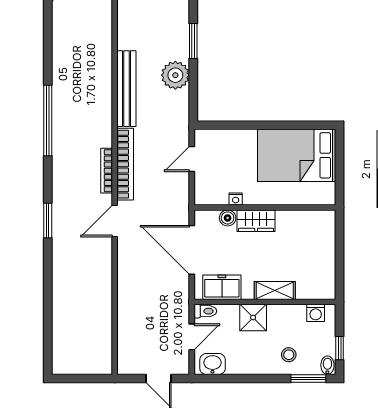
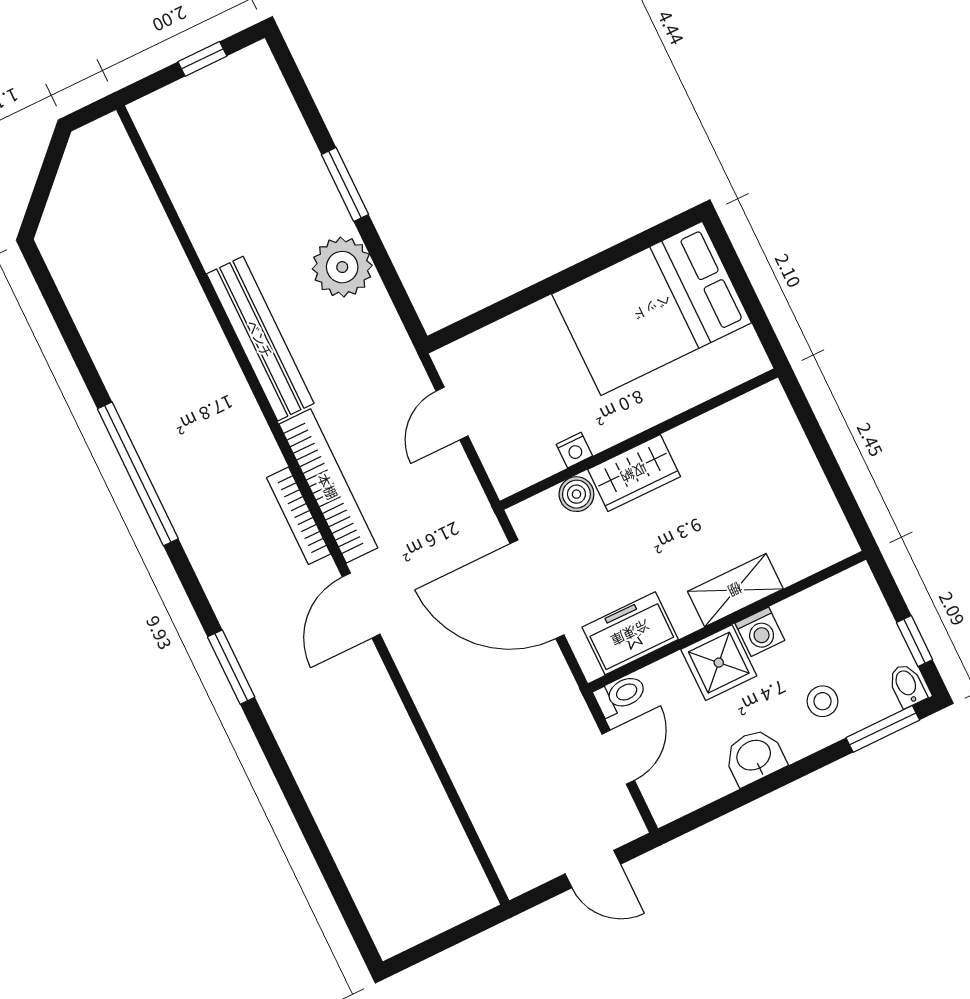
washing machine: (316, 313) -> (760, 632), moved
washbasin: (213, 364) -> (754, 756), moved

